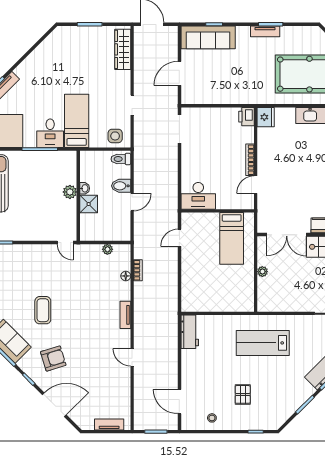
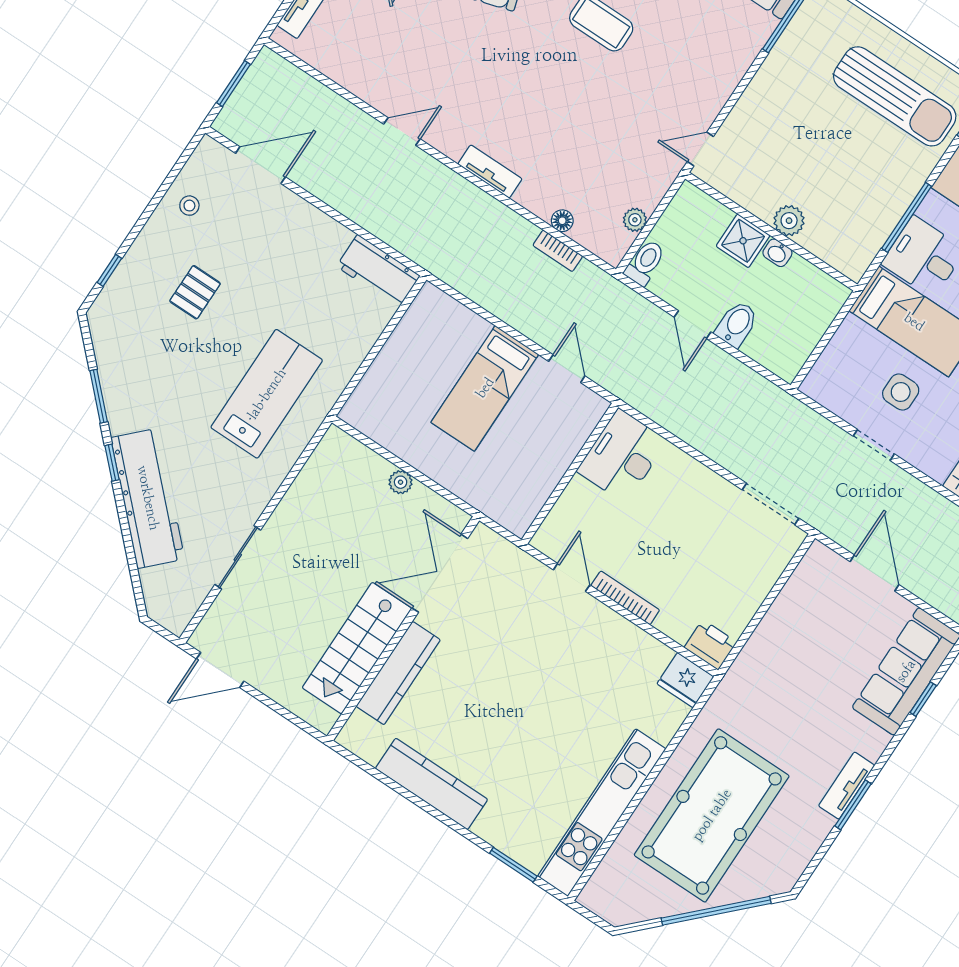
side table: (115, 136) -> (901, 392), moved
toilet: (121, 159) -> (645, 263), moved
bed: (232, 238) -> (485, 388), moved, turned -90
pallet: (243, 394) -> (195, 292), turned 90

